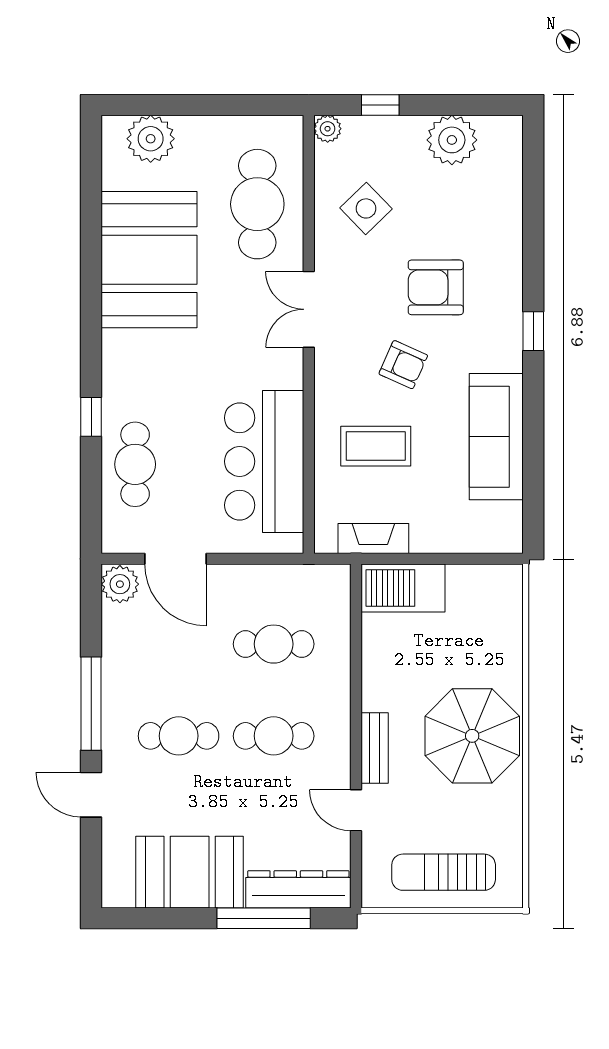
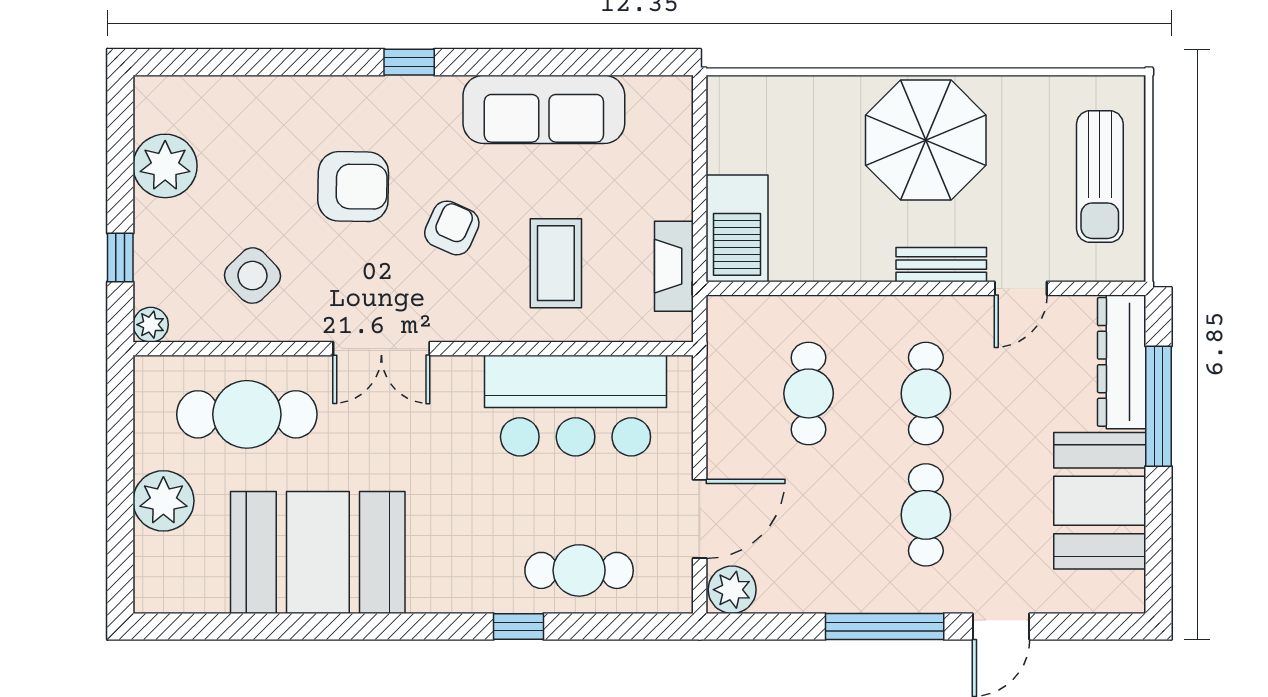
plant: (151, 139) -> (163, 501), moved
armchair: (436, 287) -> (353, 187), turned -89

